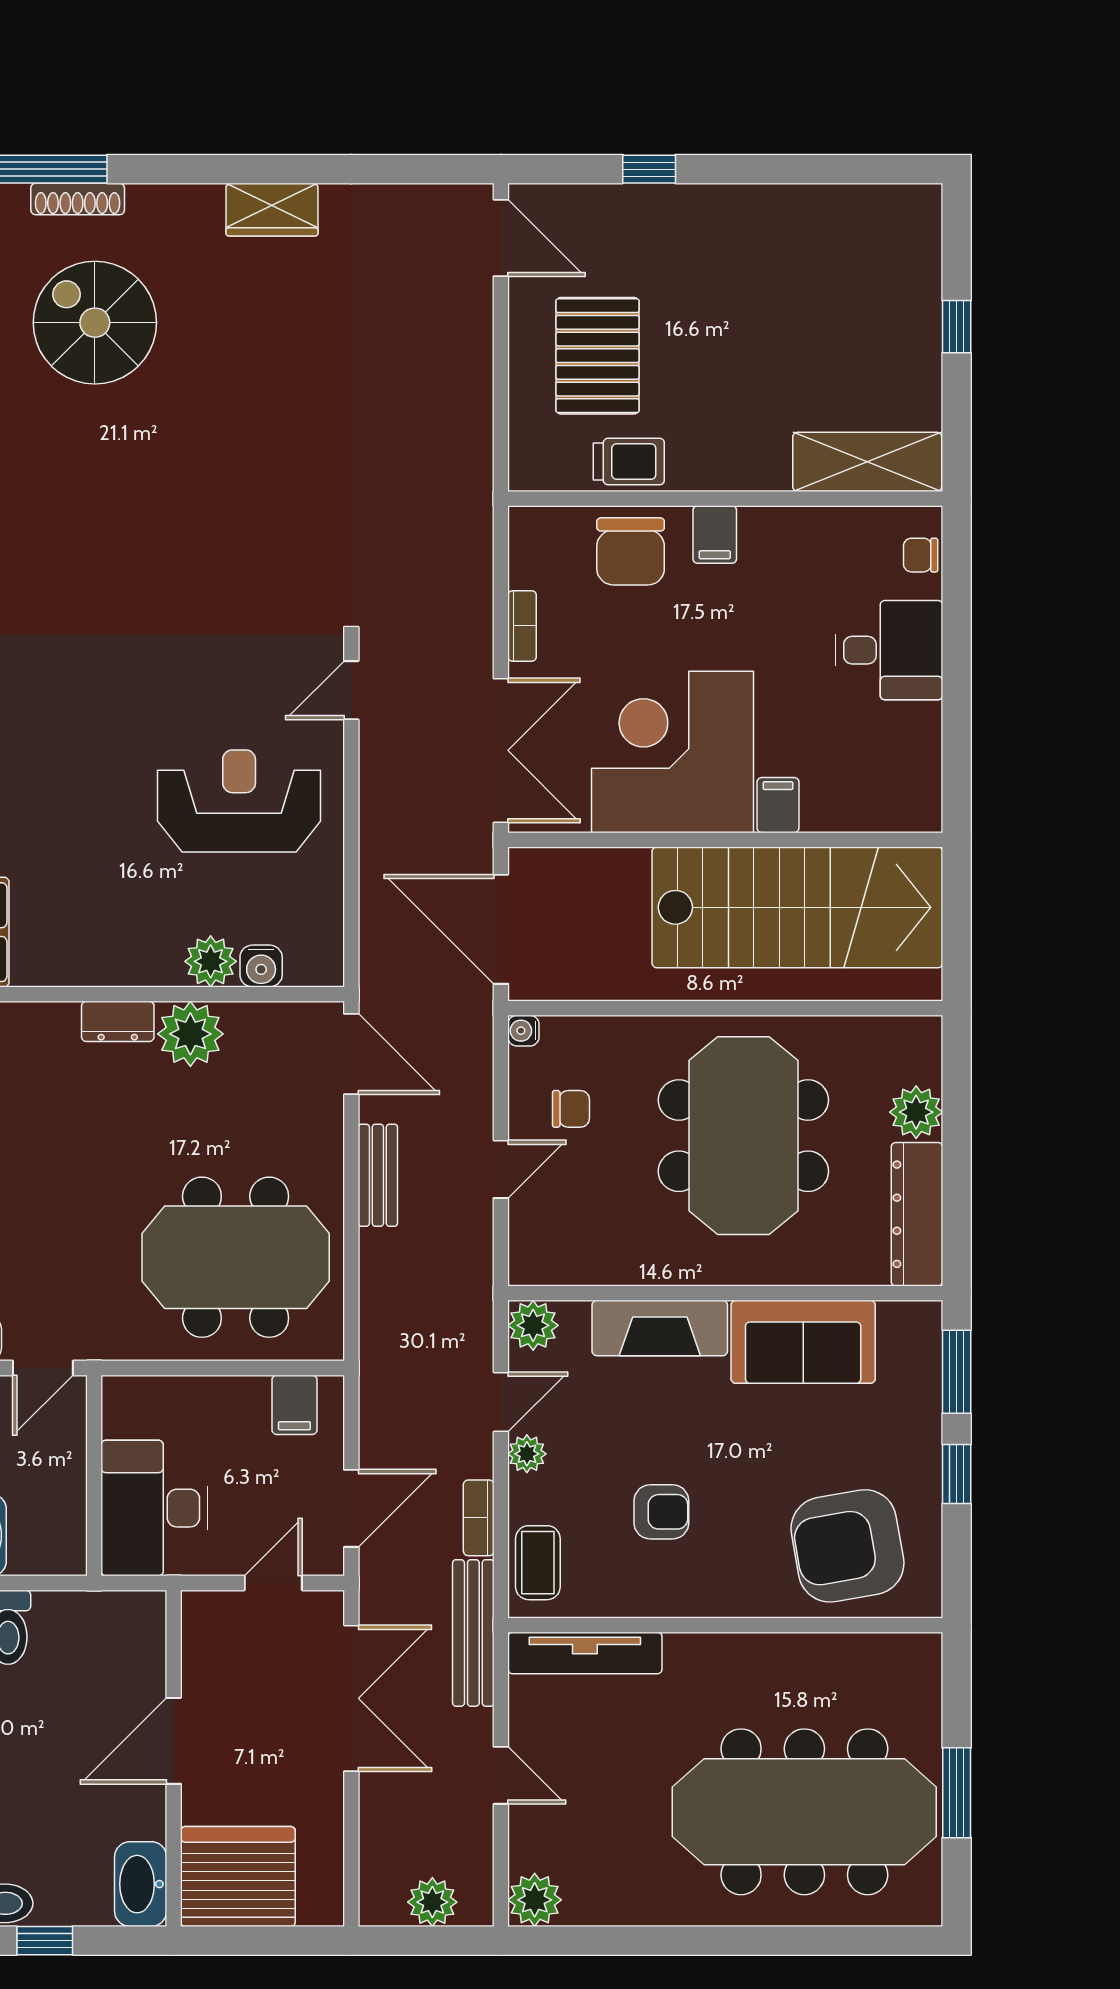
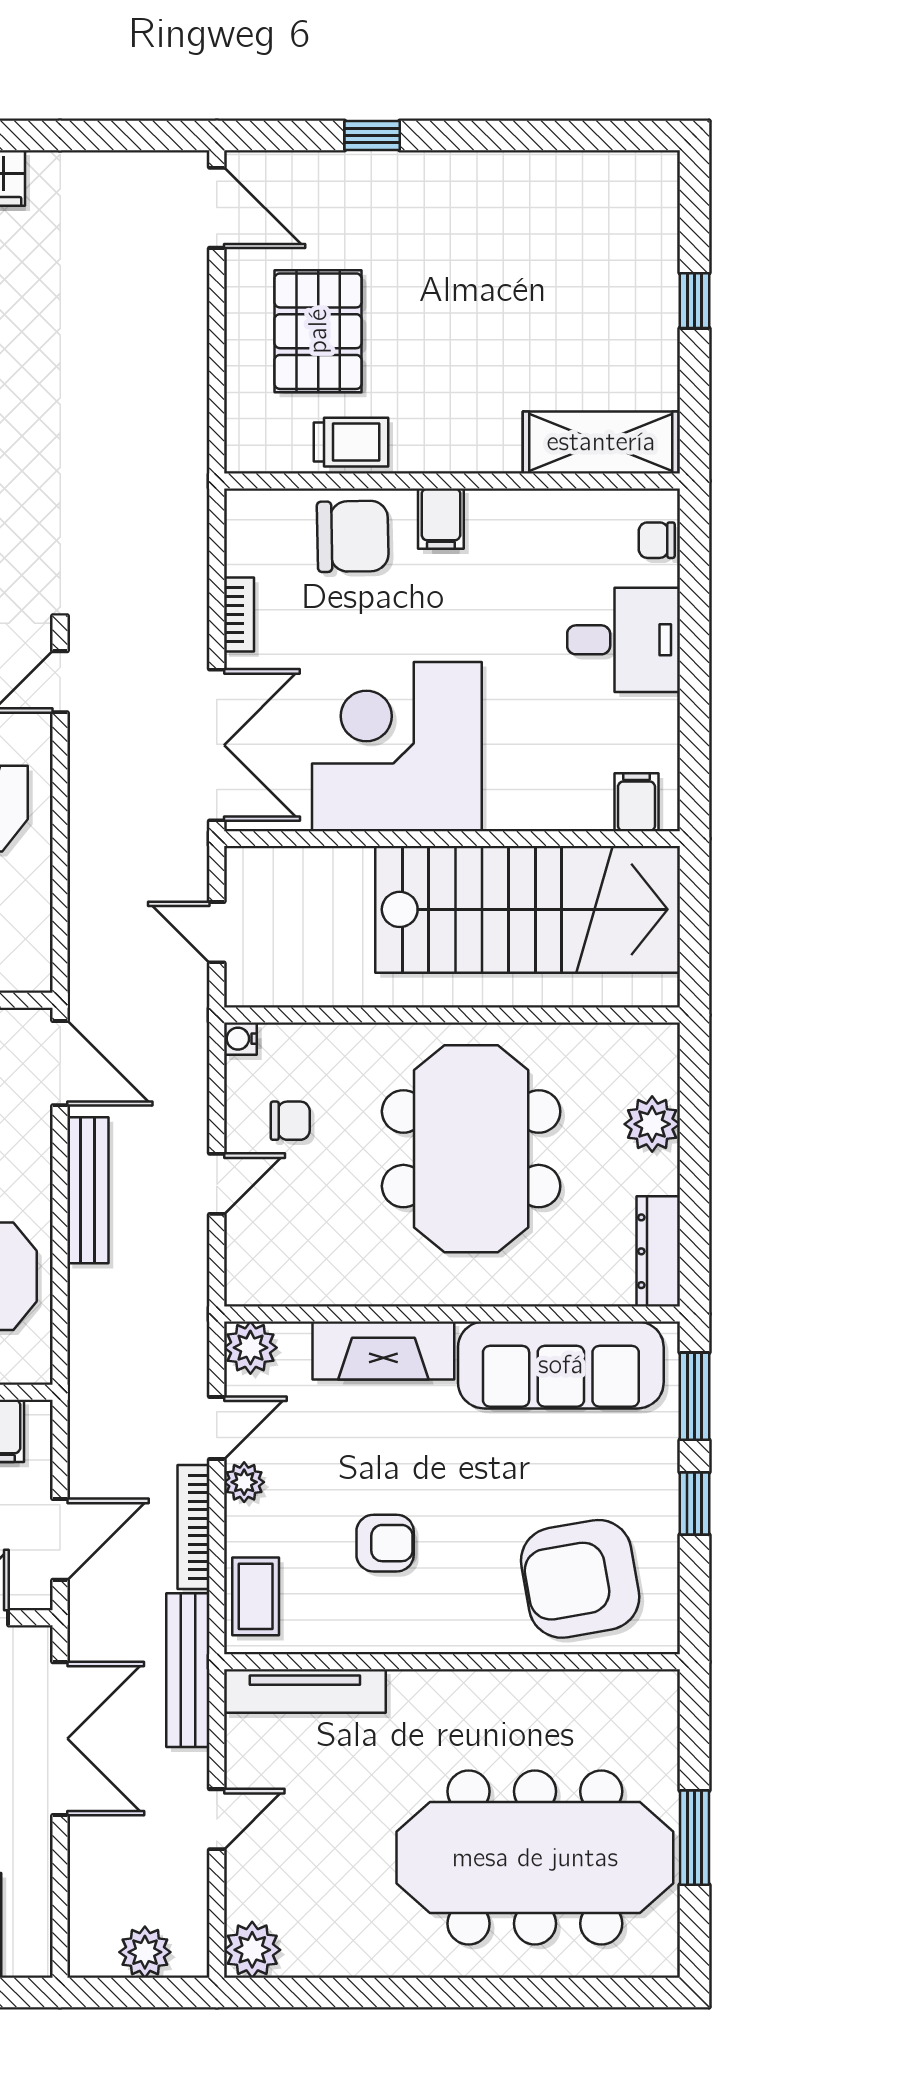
chair: (631, 551) -> (353, 536), turned -91
filing cabinet: (778, 805) -> (636, 802), moved
door: (501, 929) -> (217, 932), width x0.53
bench: (378, 1175) -> (88, 1190), width x1.36
dresser: (917, 1214) -> (658, 1251), width x0.73, depth x0.80
sofa: (803, 1342) -> (561, 1365), width x1.36
bookcase: (479, 1518) -> (194, 1527), width x1.56
door: (501, 1775) -> (217, 1819), hinge flipped

